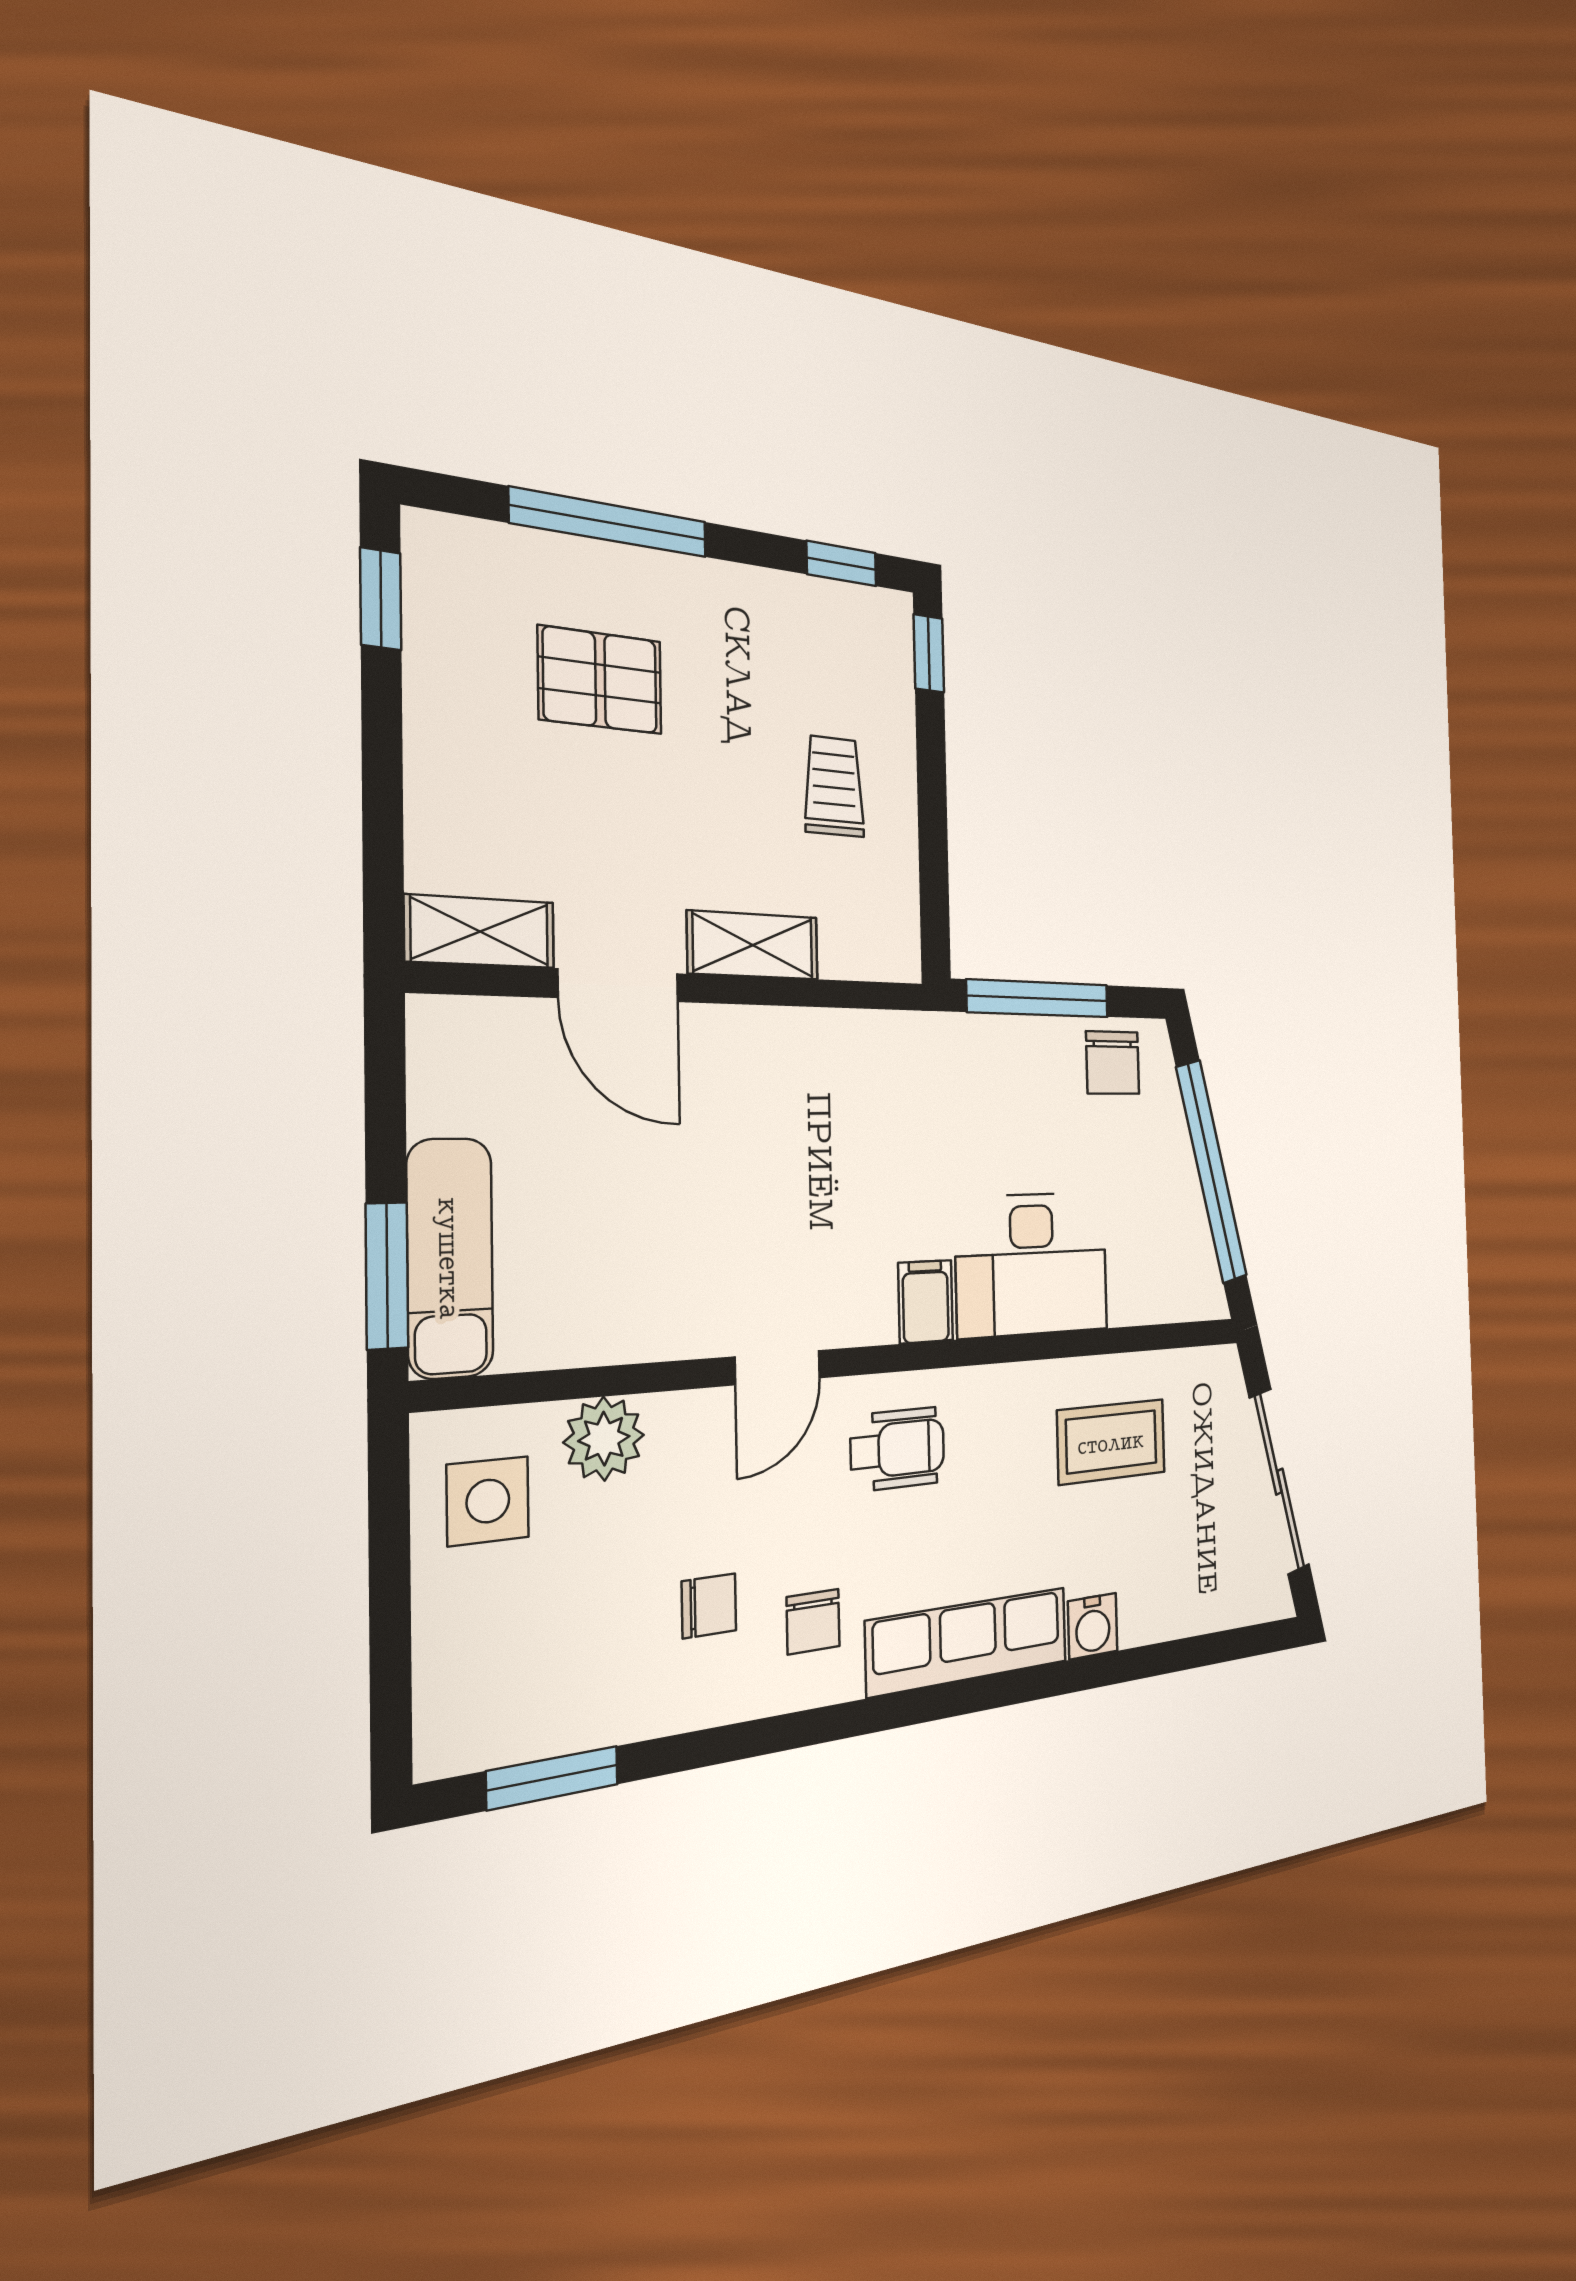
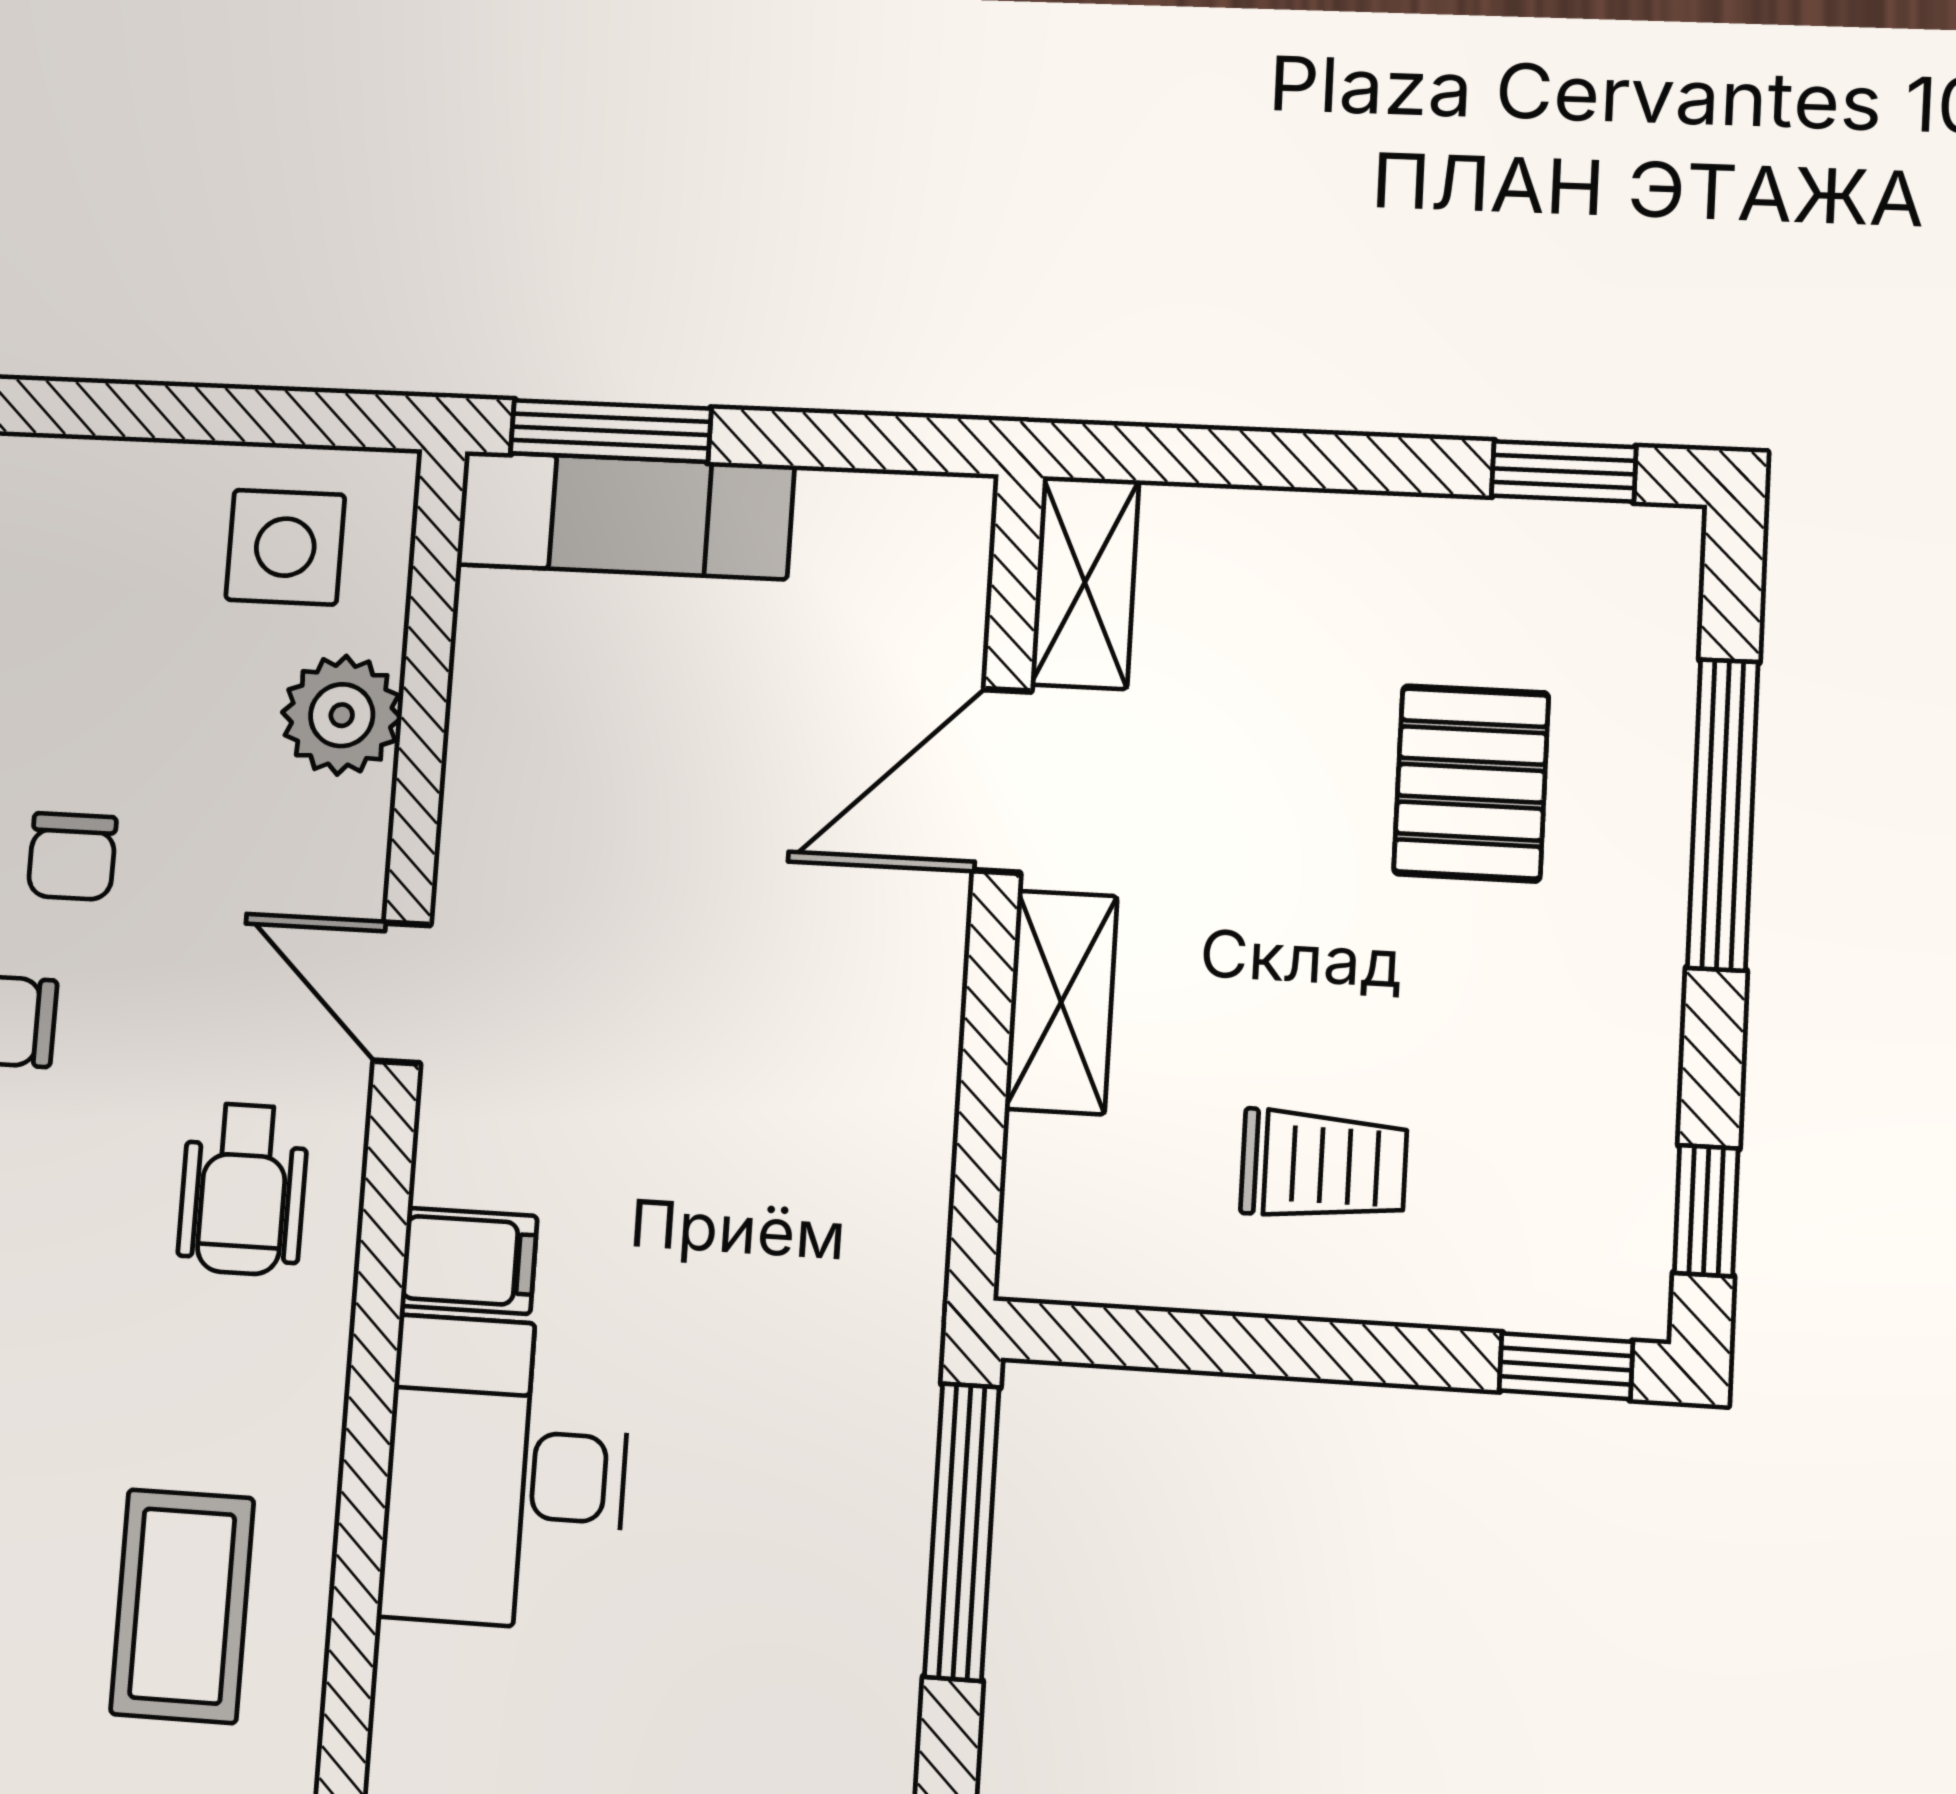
chair: (1113, 1063) -> (842, 1680), removed

